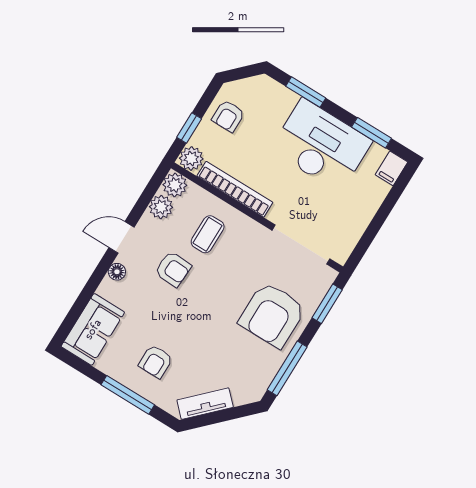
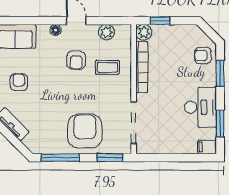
armchair: (228, 116) -> (203, 56), moved
desk: (321, 145) -> (201, 107), width x0.73, depth x0.77
plant: (175, 185) -> (124, 32), removed
armchair: (272, 315) -> (85, 131), turned 90
armchair: (156, 362) -> (19, 82), turned 90

